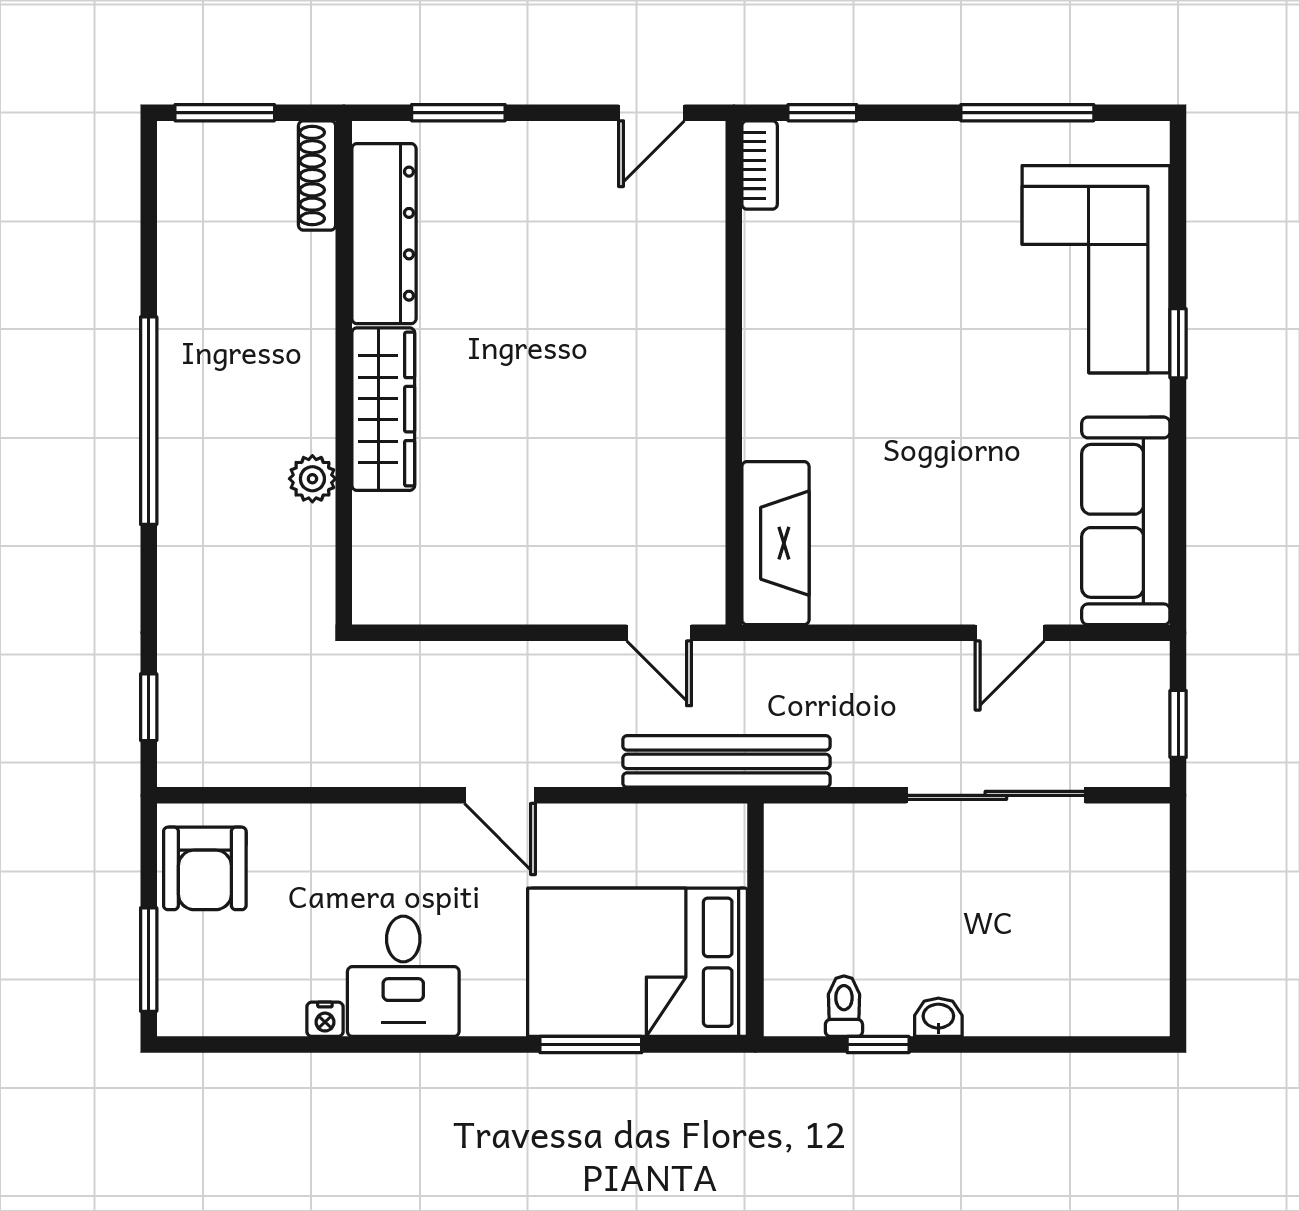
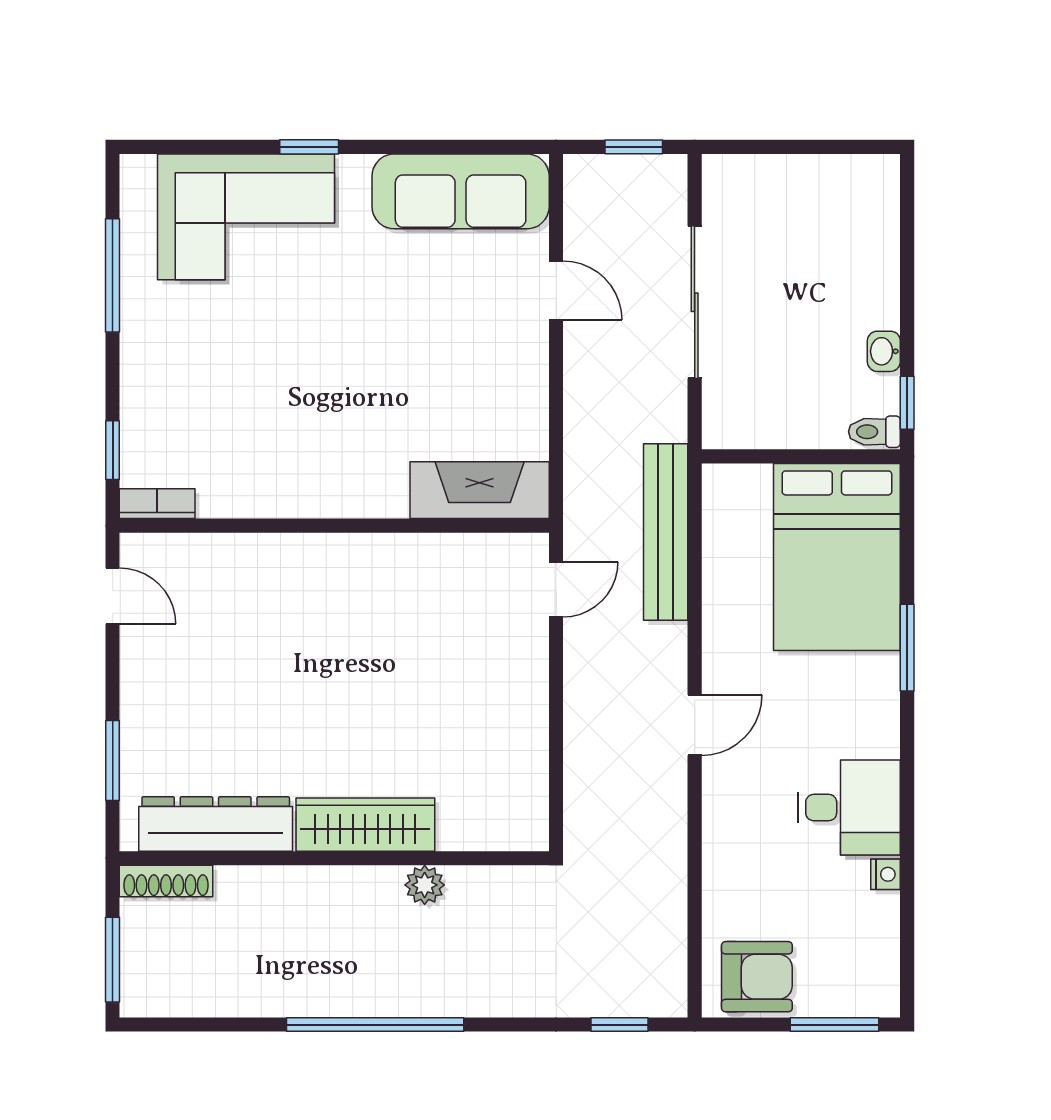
wall: (756, 920) -> (801, 456), moved
bed: (638, 962) -> (837, 557), moved

